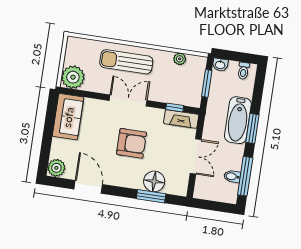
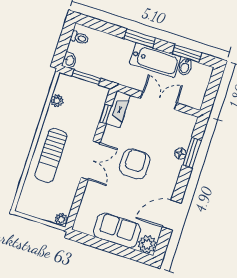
plant: (73, 77) -> (61, 219), width x0.53, depth x0.53
double door: (128, 100) -> (91, 160), swing flipped
sofa: (68, 117) -> (117, 230), moved
bathtub: (238, 120) -> (155, 60), moved
window: (245, 176) -> (187, 54), width x0.69
floor lamp: (154, 181) -> (180, 153), width x0.53, depth x0.53

